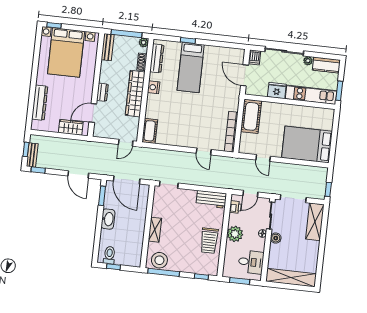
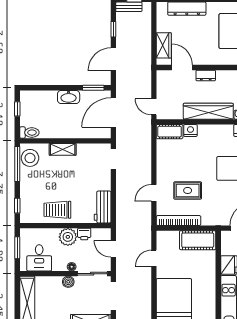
nightstand: (154, 87) -> (190, 131), moved
rug: (205, 120) -> (188, 190), added
window: (38, 170) -> (113, 29), moved
printer: (235, 207) -> (84, 234), moved
toilet: (109, 255) -> (29, 133), moved

